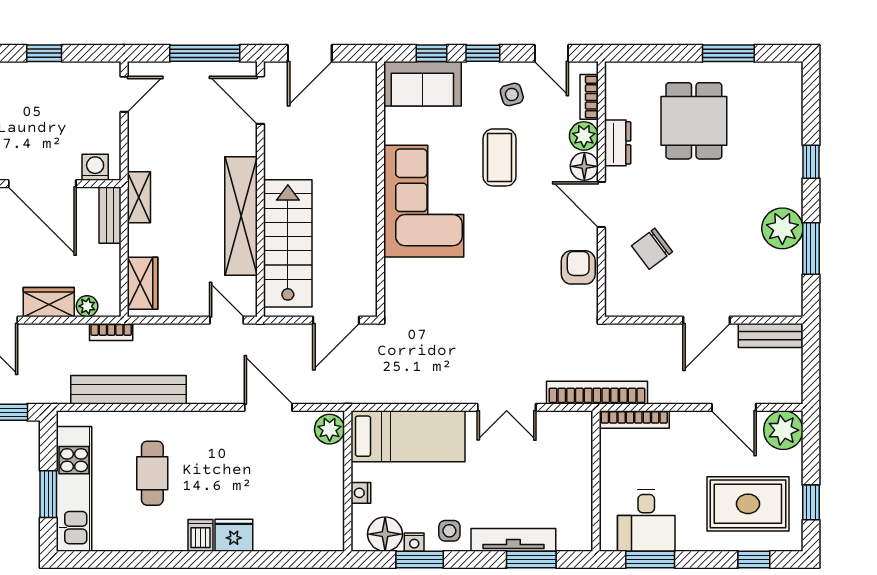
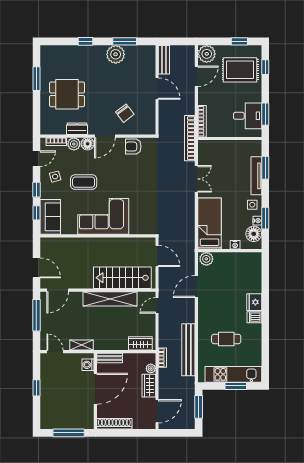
shelving: (139, 197) -> (82, 345), moved
rug: (748, 504) -> (240, 70), turned 90

